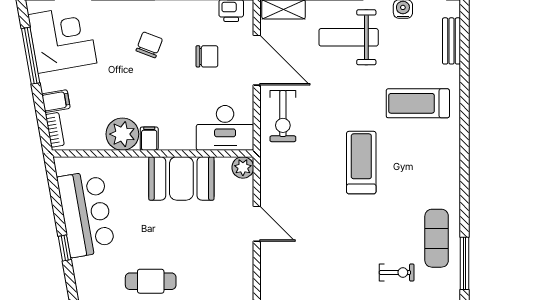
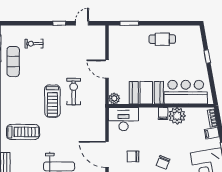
exercise bike: (283, 116) -> (74, 92), moved
bar counter: (86, 214) -> (186, 92), moved, turned 100

